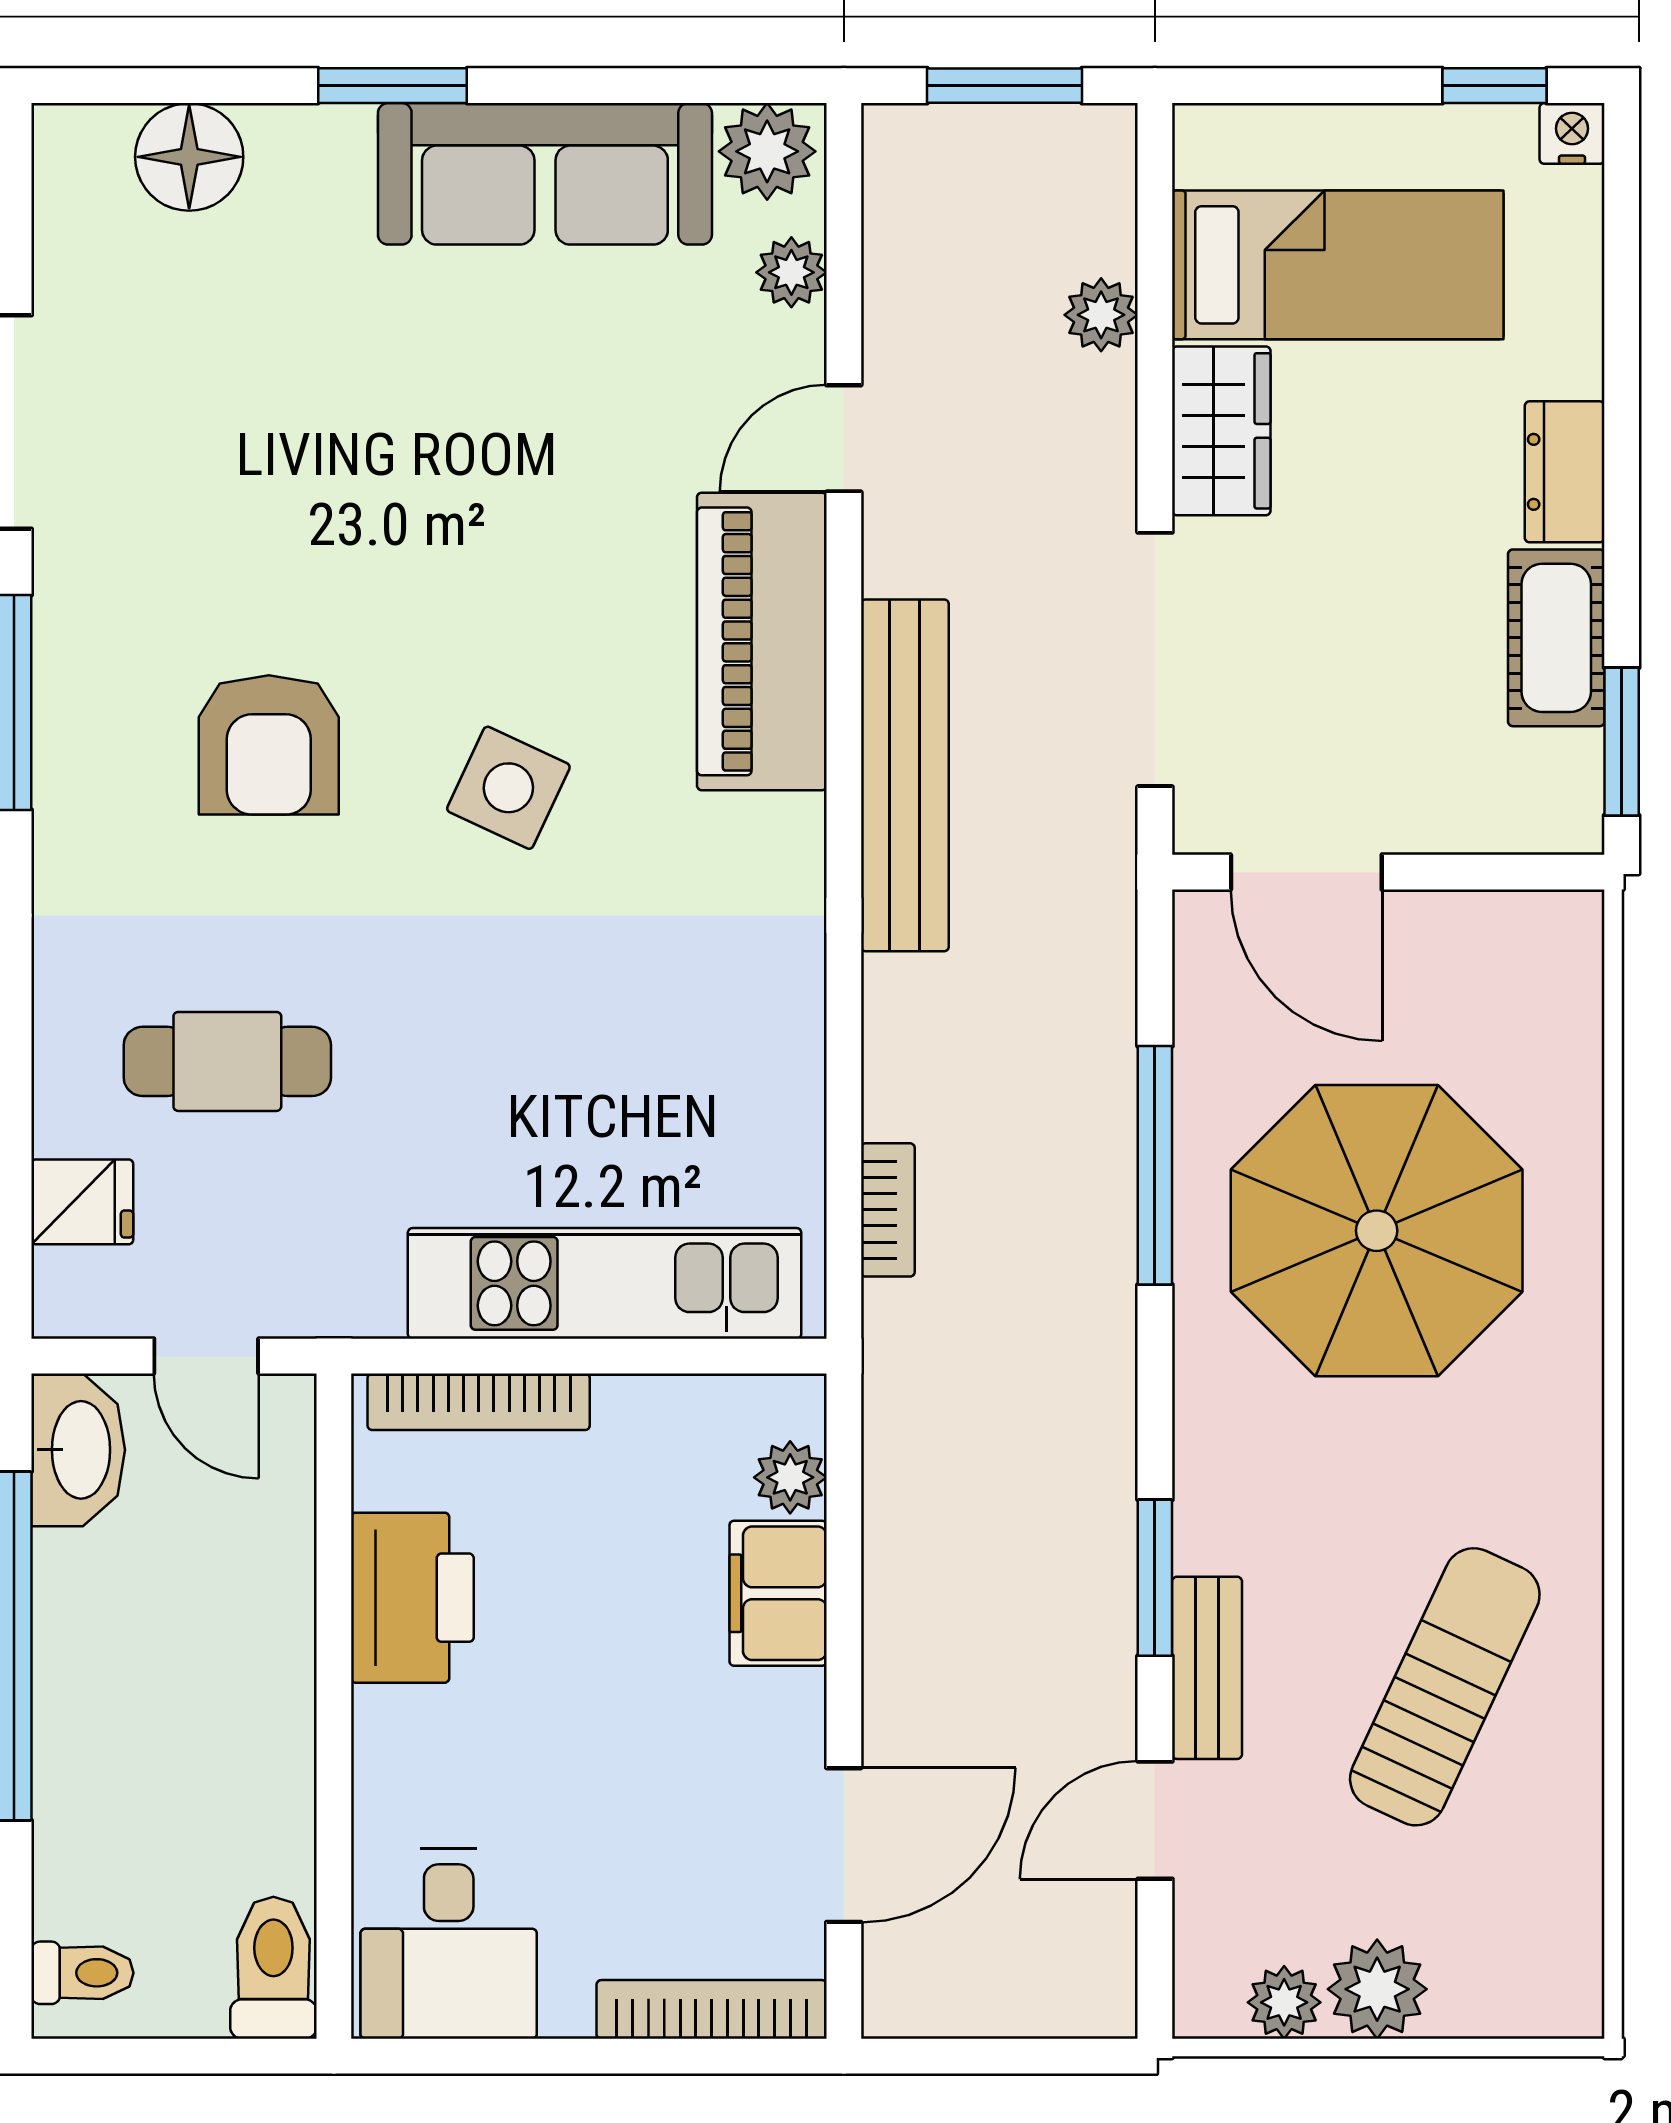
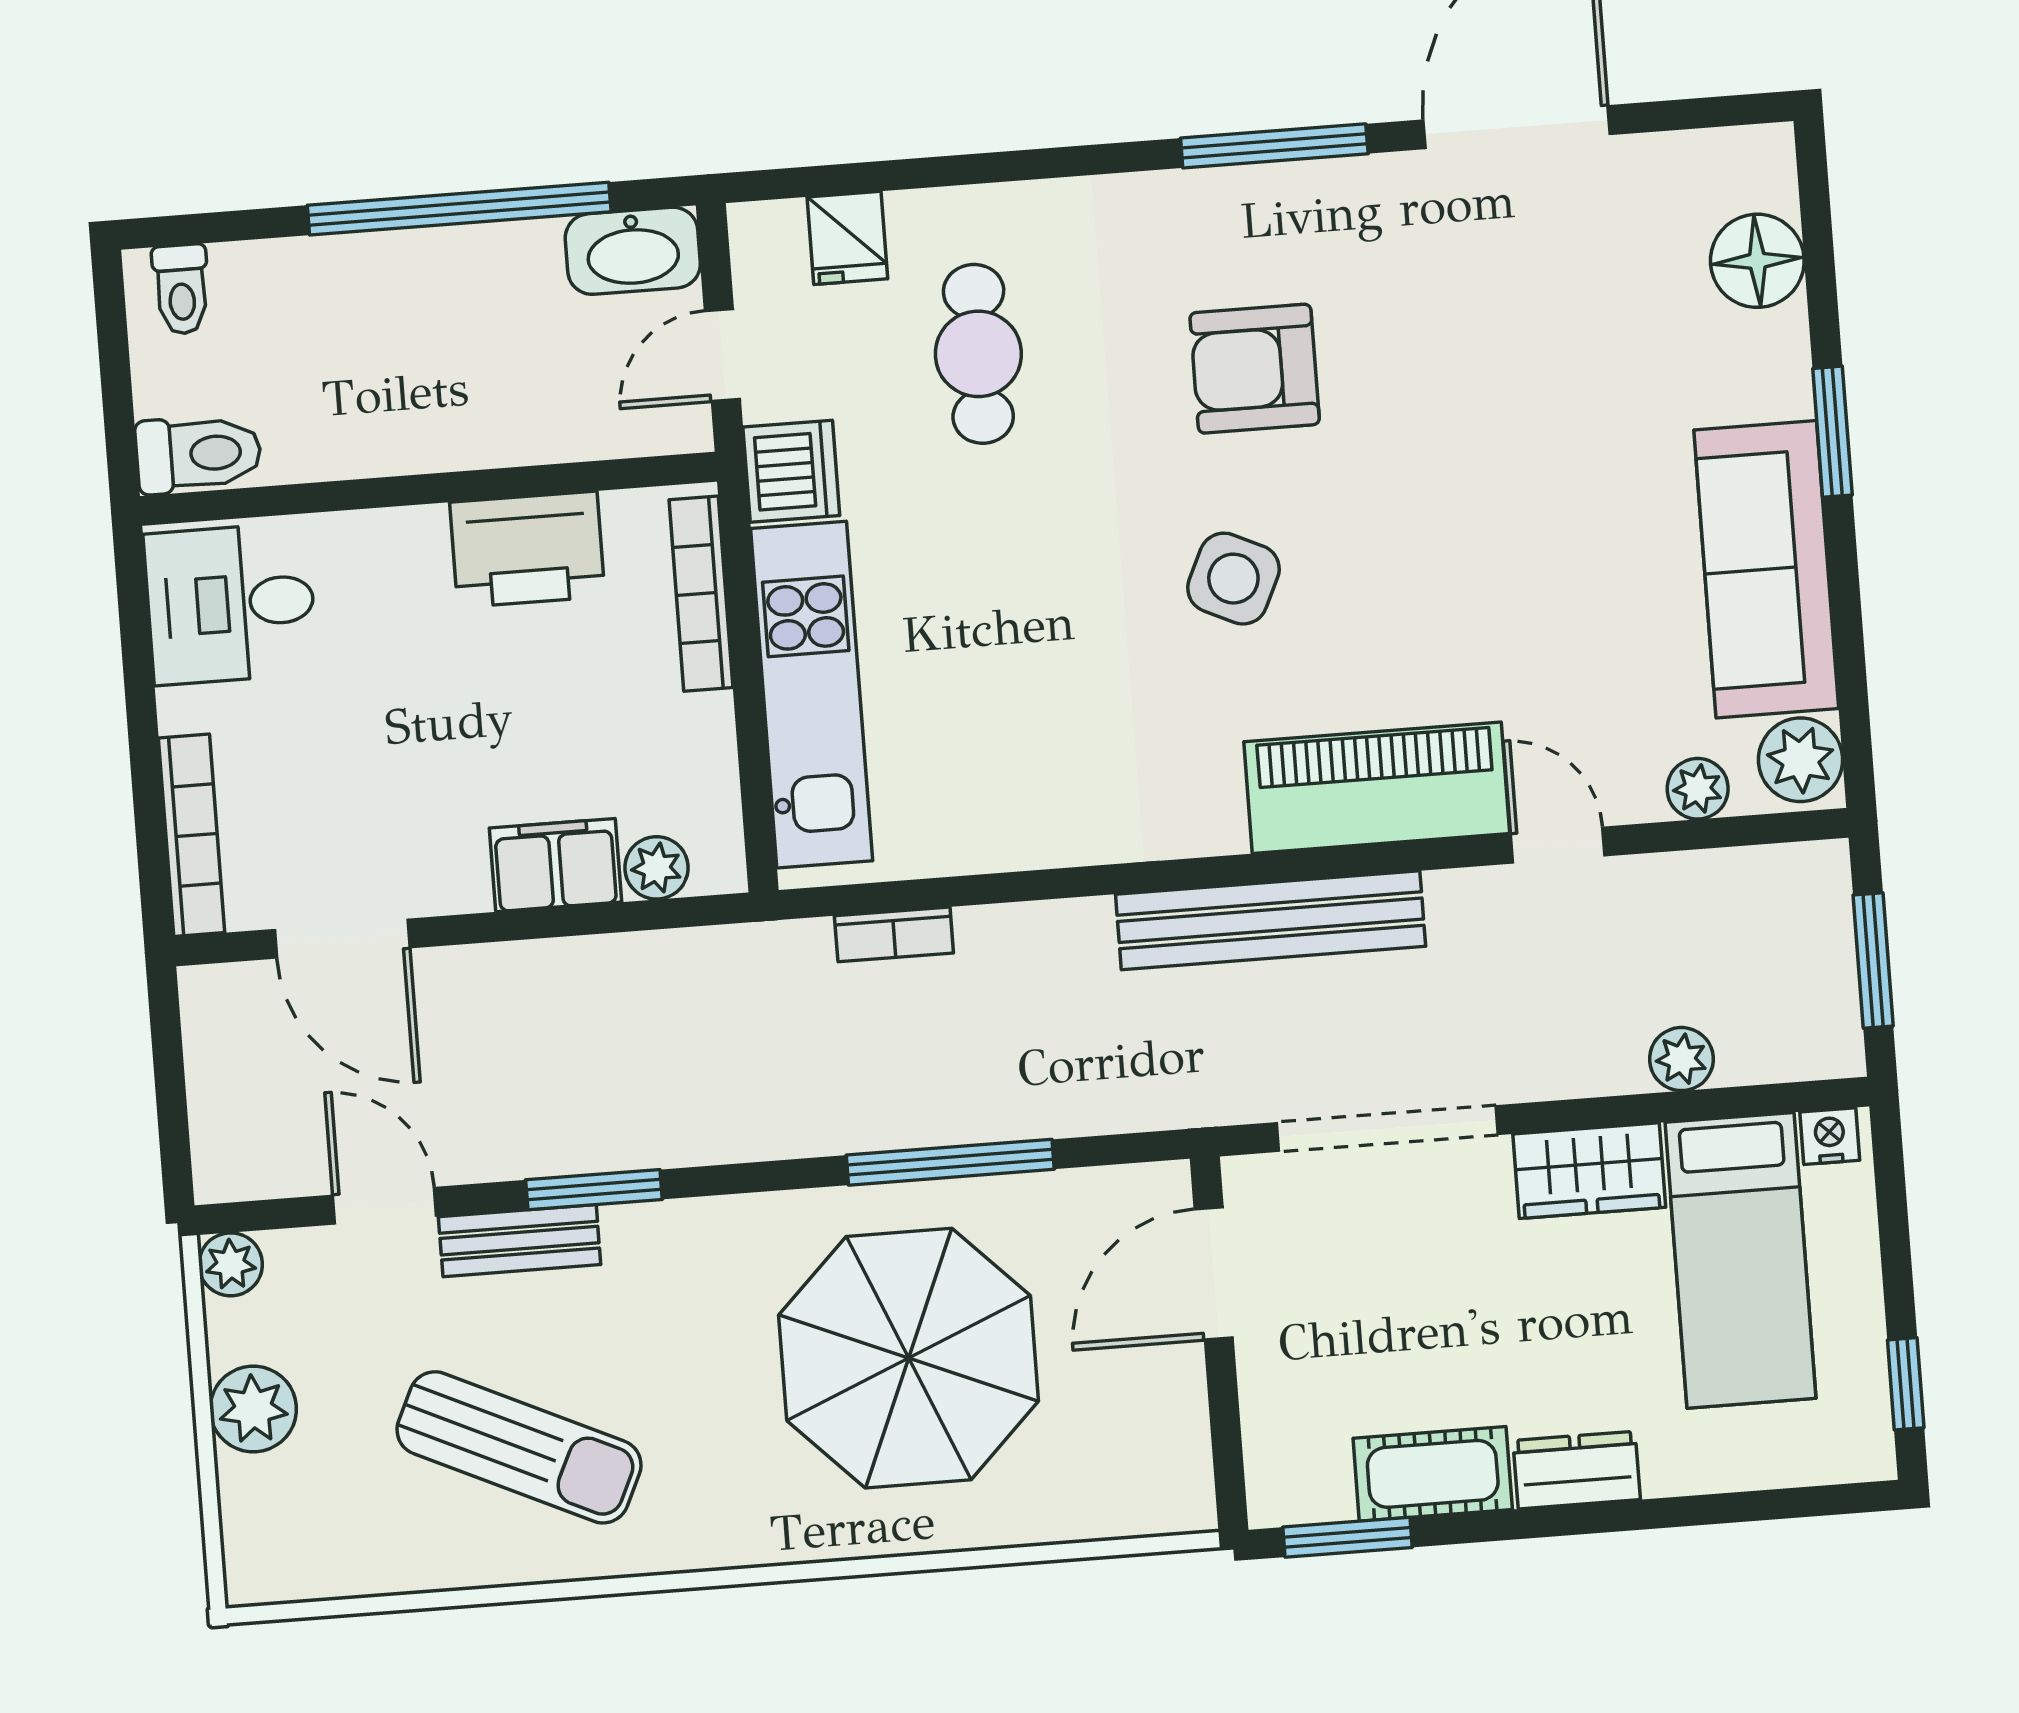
nightstand: (1572, 133) -> (1830, 1136), moved, turned -90
dishwasher: (346, 1287) -> (791, 471), added
plant: (1284, 2002) -> (231, 1264), moved

